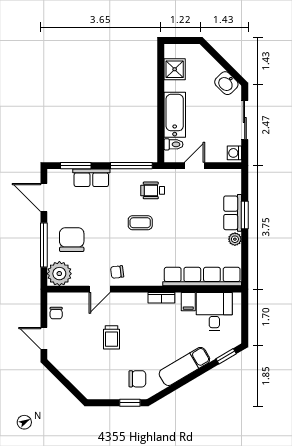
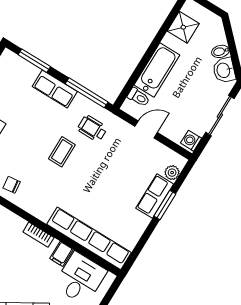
bidet: (215, 70) -> (220, 51), added
row of seats: (91, 178) -> (55, 89), moved
coffee table: (140, 223) -> (62, 152), turned 90
plant: (235, 239) -> (172, 173), moved

